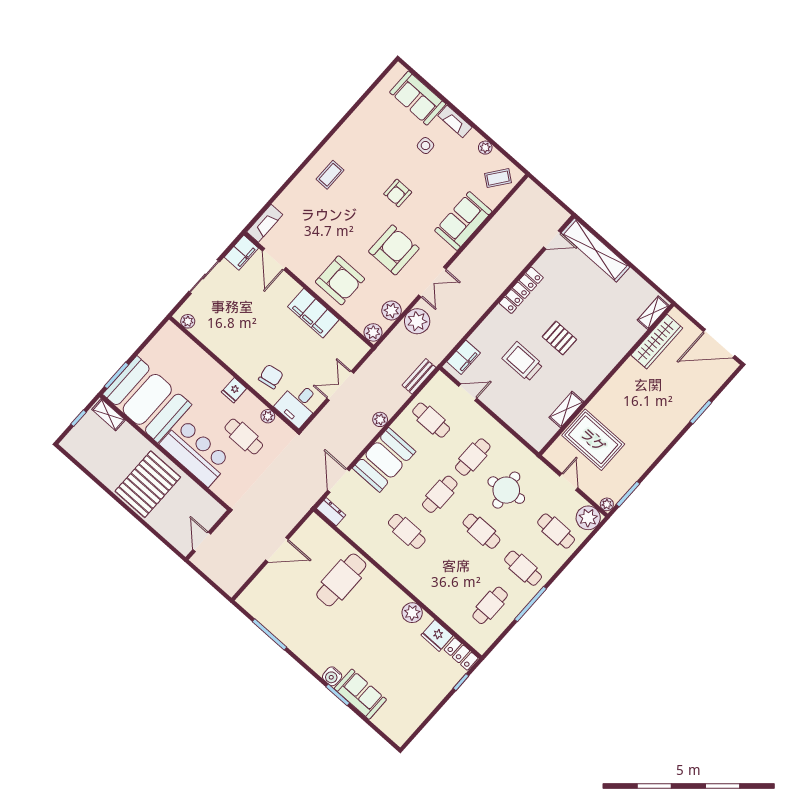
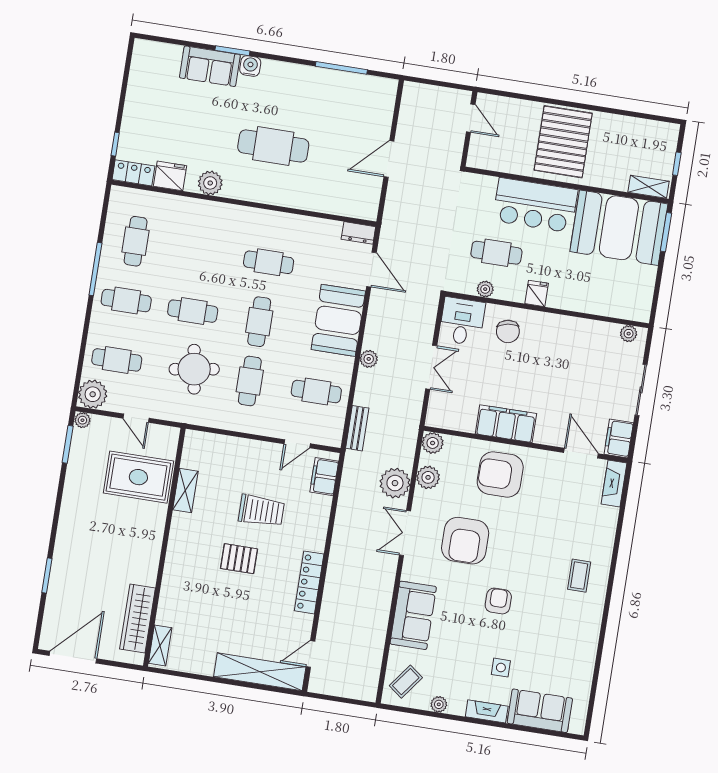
cafe table: (341, 580) -> (273, 146), moved, turned 90

